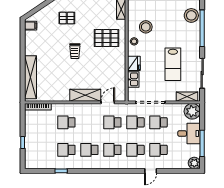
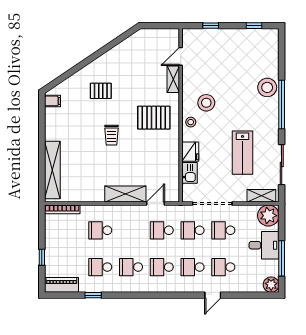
piano: (37, 163) -> (61, 285), added

